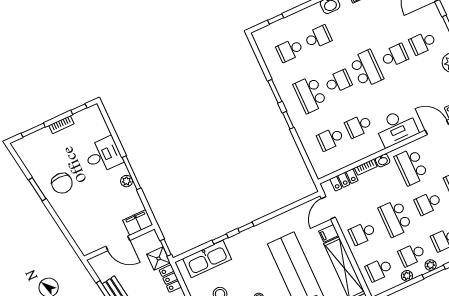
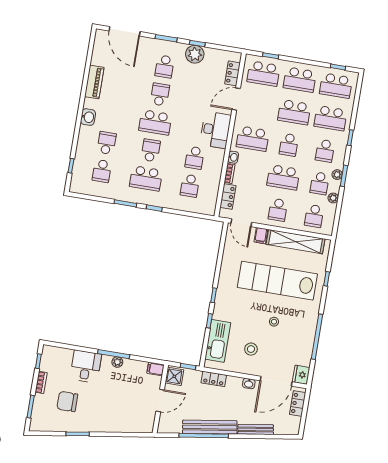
school desk: (366, 69) -> (155, 122), turned 180
chair: (62, 183) -> (67, 401), moved, turned 180
filing cabinet: (138, 222) -> (156, 369), width x0.50
shower: (159, 258) -> (174, 376), moved

